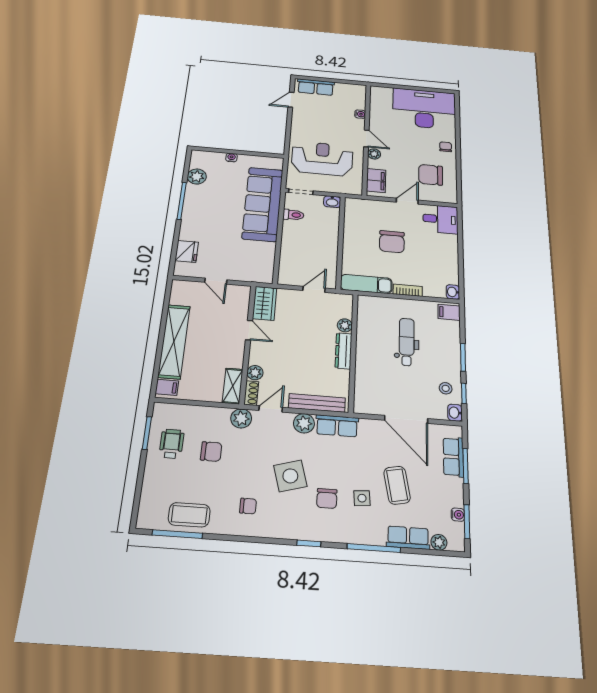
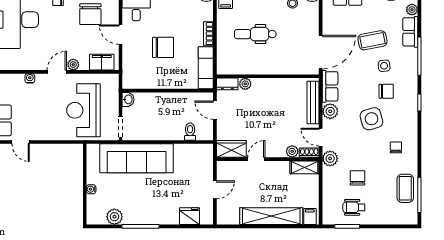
toilet: (293, 215) -> (190, 132), moved
dresser: (344, 351) -> (227, 84), moved, width x0.70
door: (406, 419) -> (321, 52), moved

